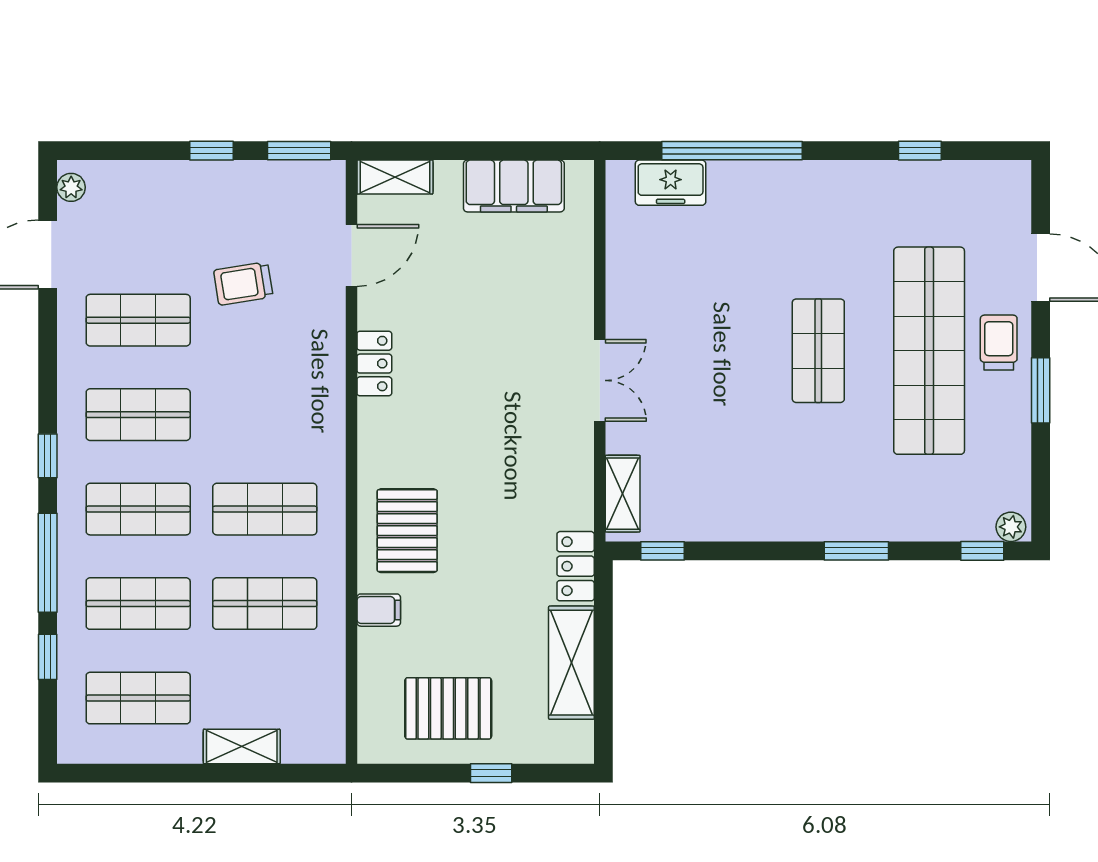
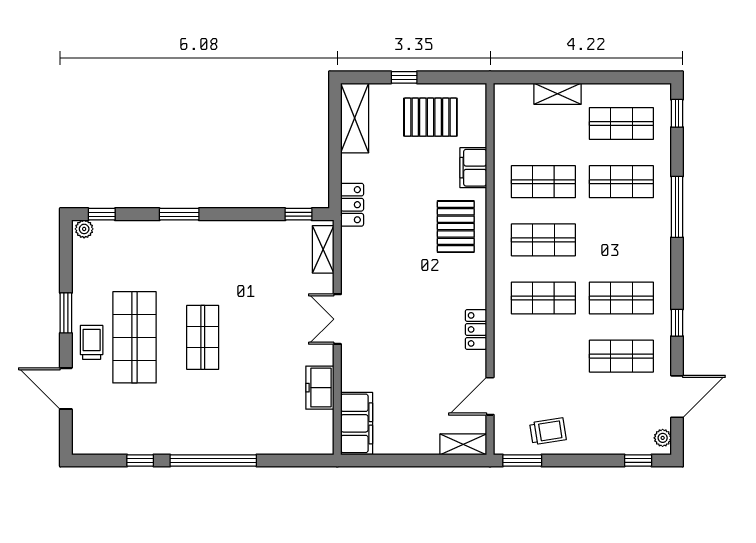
window: (211, 151) -> (638, 460), moved
window: (732, 151) -> (213, 460), moved
freezer: (671, 183) -> (320, 388), moved, turned -90
filing cabinet: (514, 186) -> (357, 423), moved, turned 90
trolley: (243, 284) -> (548, 431), moved
trolley: (999, 343) -> (92, 342), turned 180
shop shelf: (929, 351) -> (134, 337), width x0.71
window: (48, 456) -> (677, 323), moved
shop shelf: (138, 509) -> (543, 298), moved
filing cabinet: (379, 610) -> (473, 168), width x2.00
window: (48, 657) -> (677, 113), moved
shelving: (571, 663) -> (355, 118), moved

